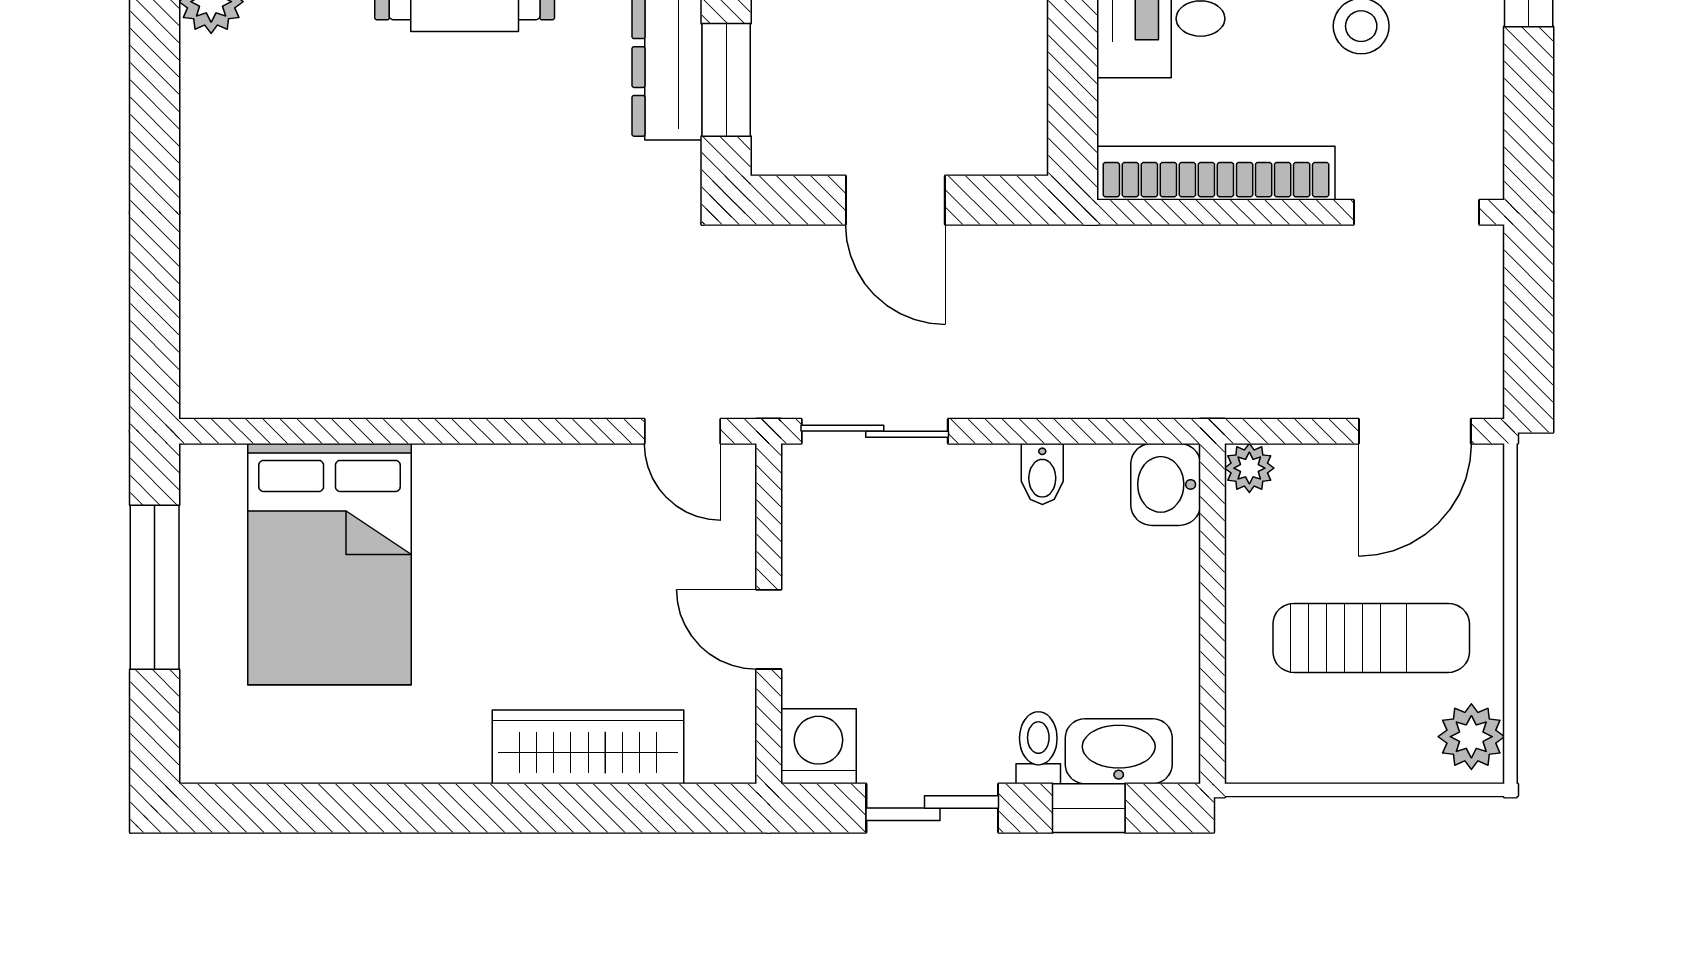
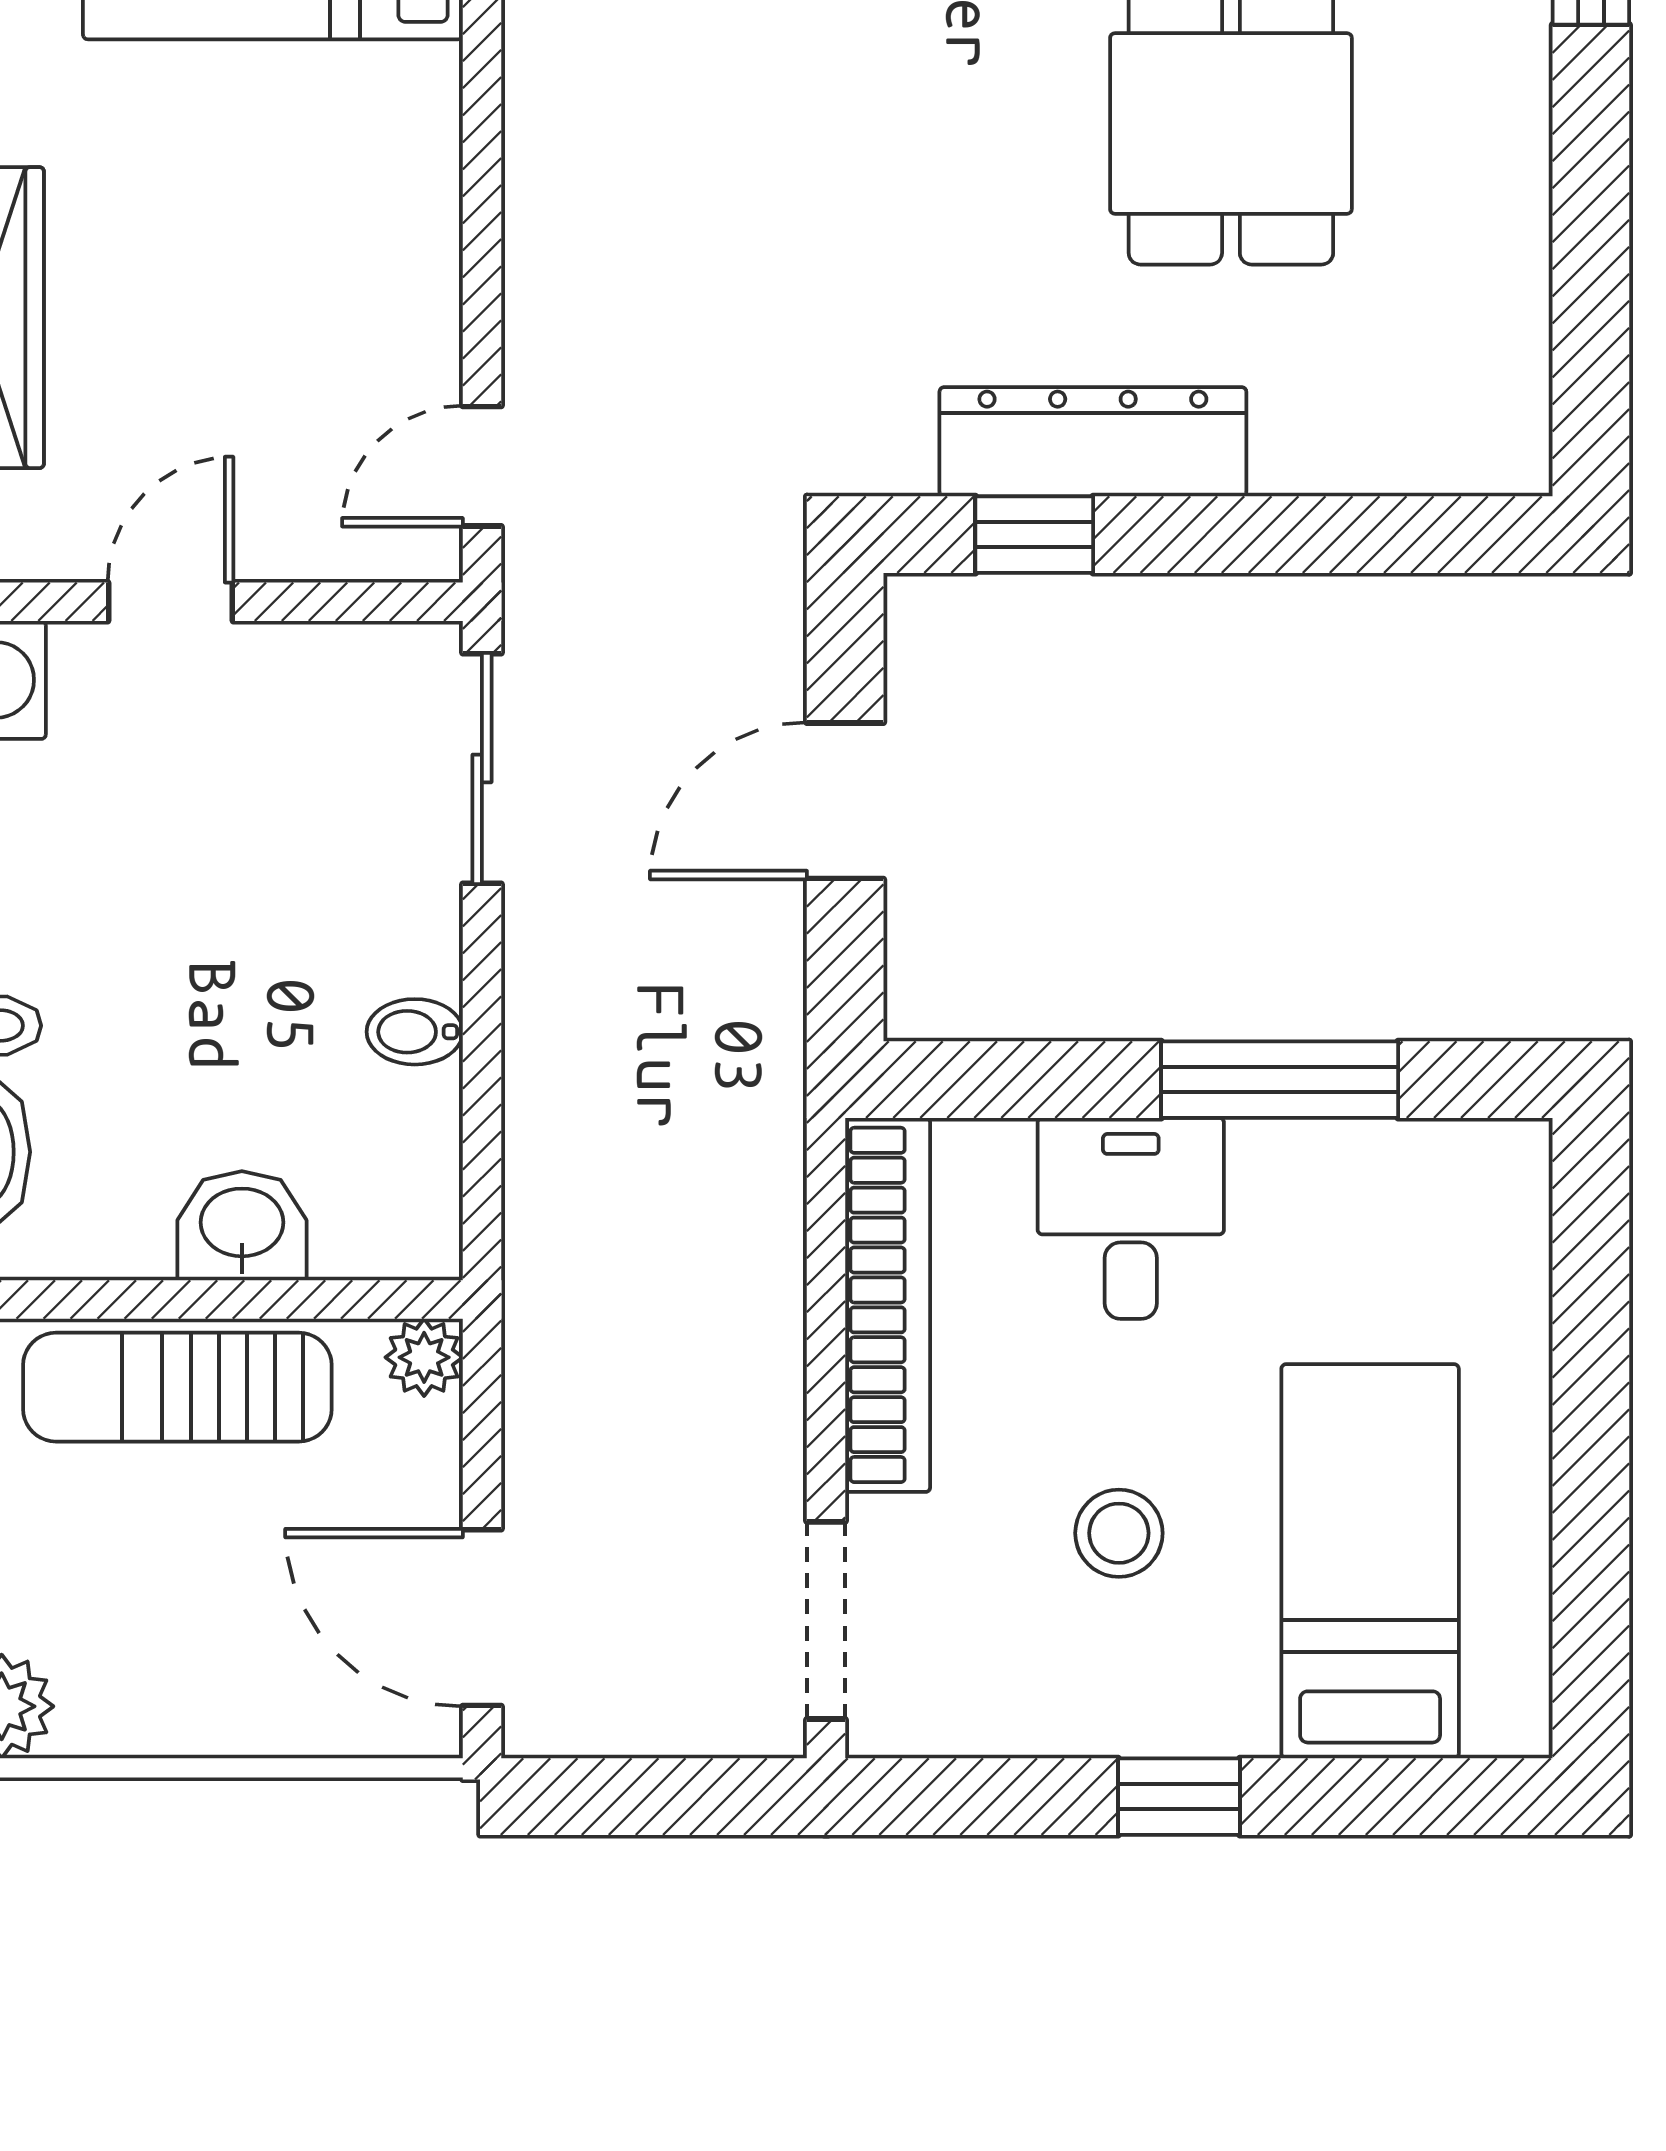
window: (726, 80) -> (1034, 535), width x0.67
washbasin: (1166, 484) -> (242, 1226), moved
sun lounger: (1371, 638) -> (177, 1387), moved, turned 90

